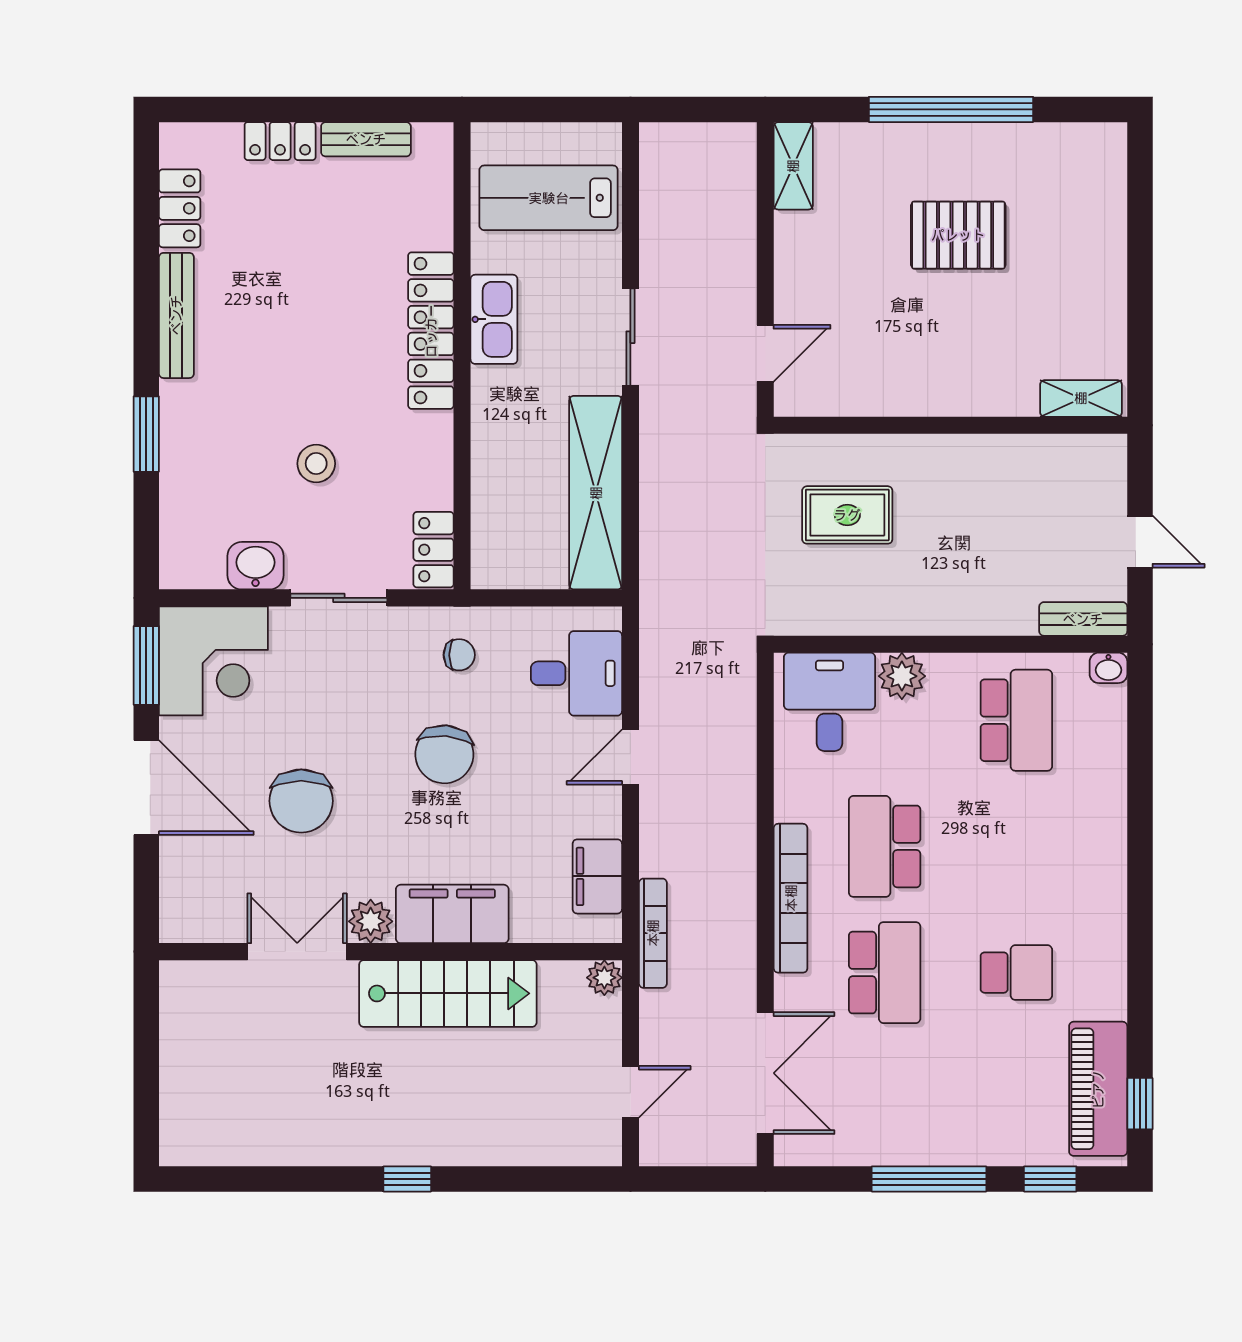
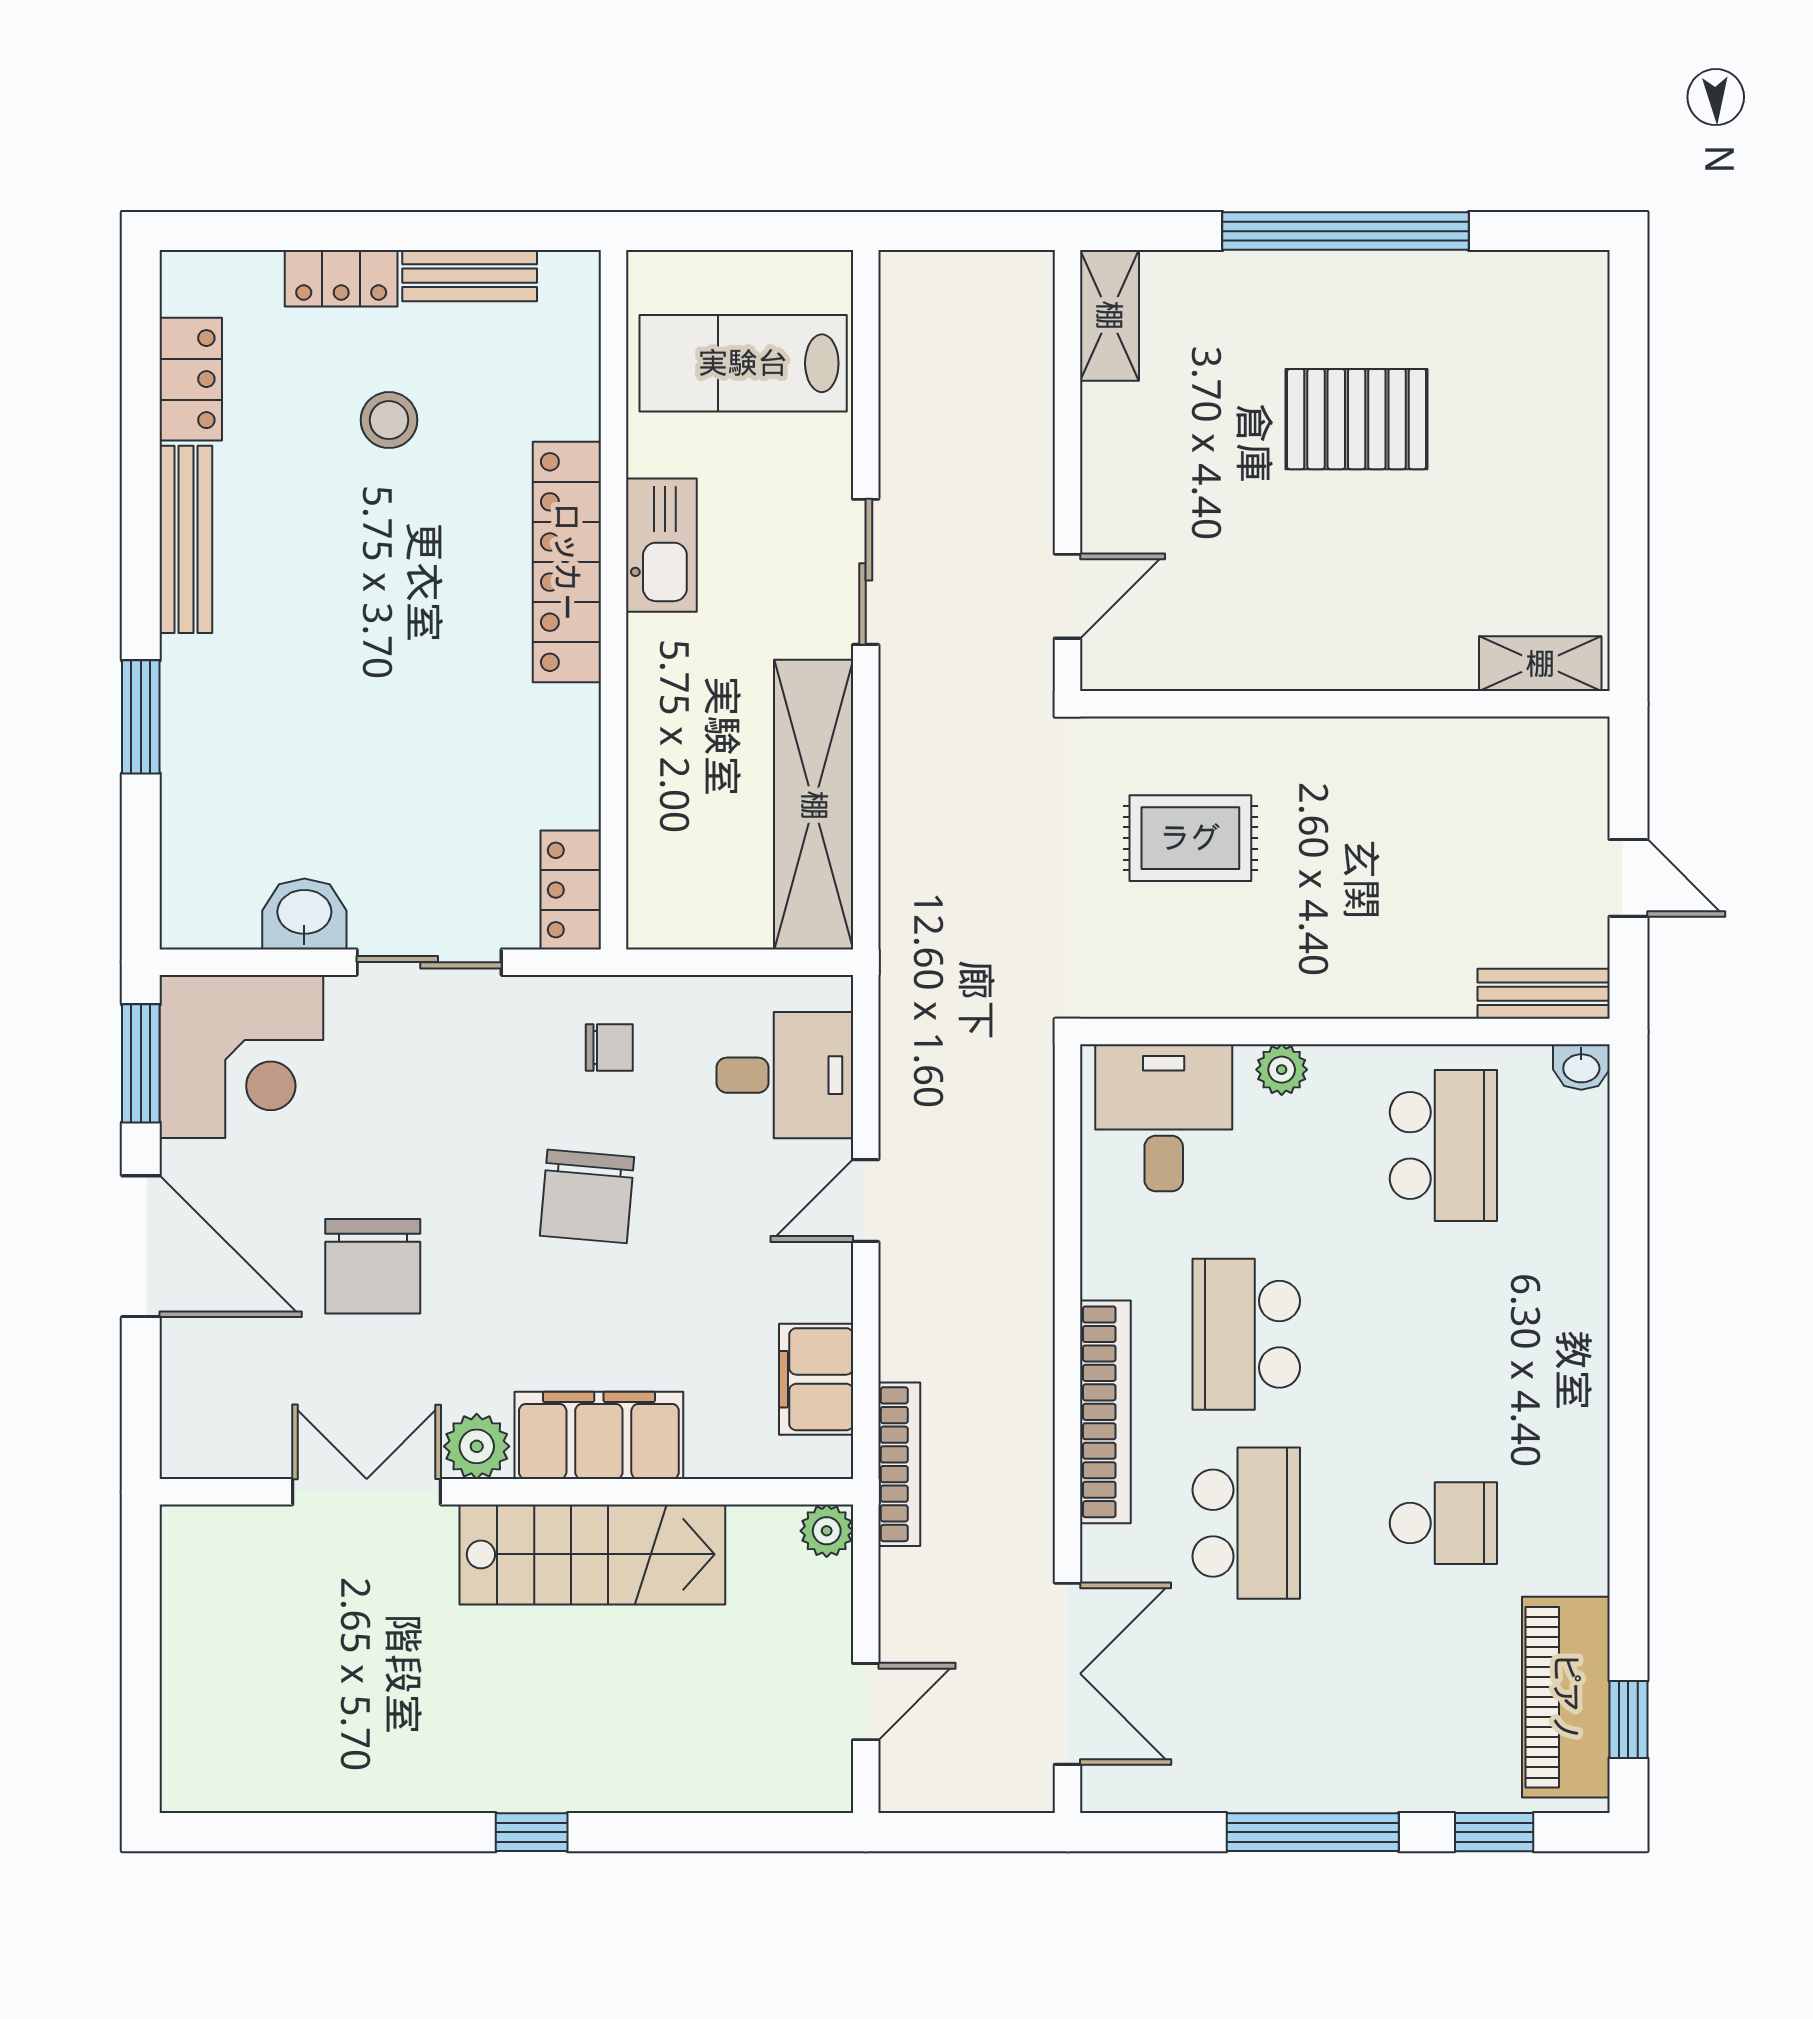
stool: (316, 464) -> (389, 420), moved
plant: (902, 676) -> (1282, 1070), width x0.73, depth x0.73

